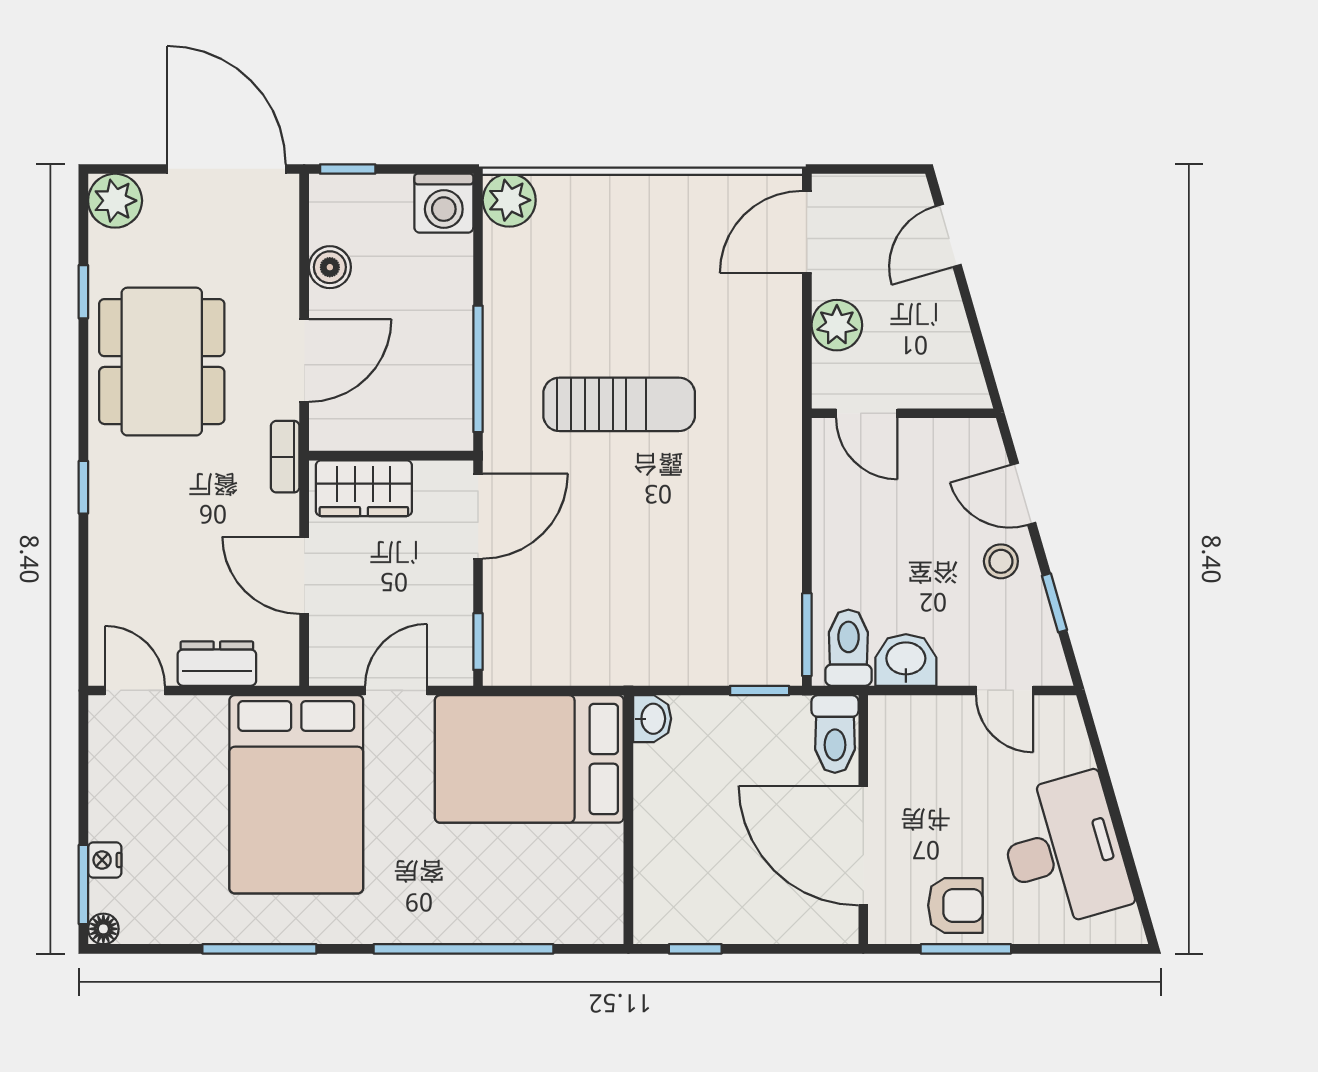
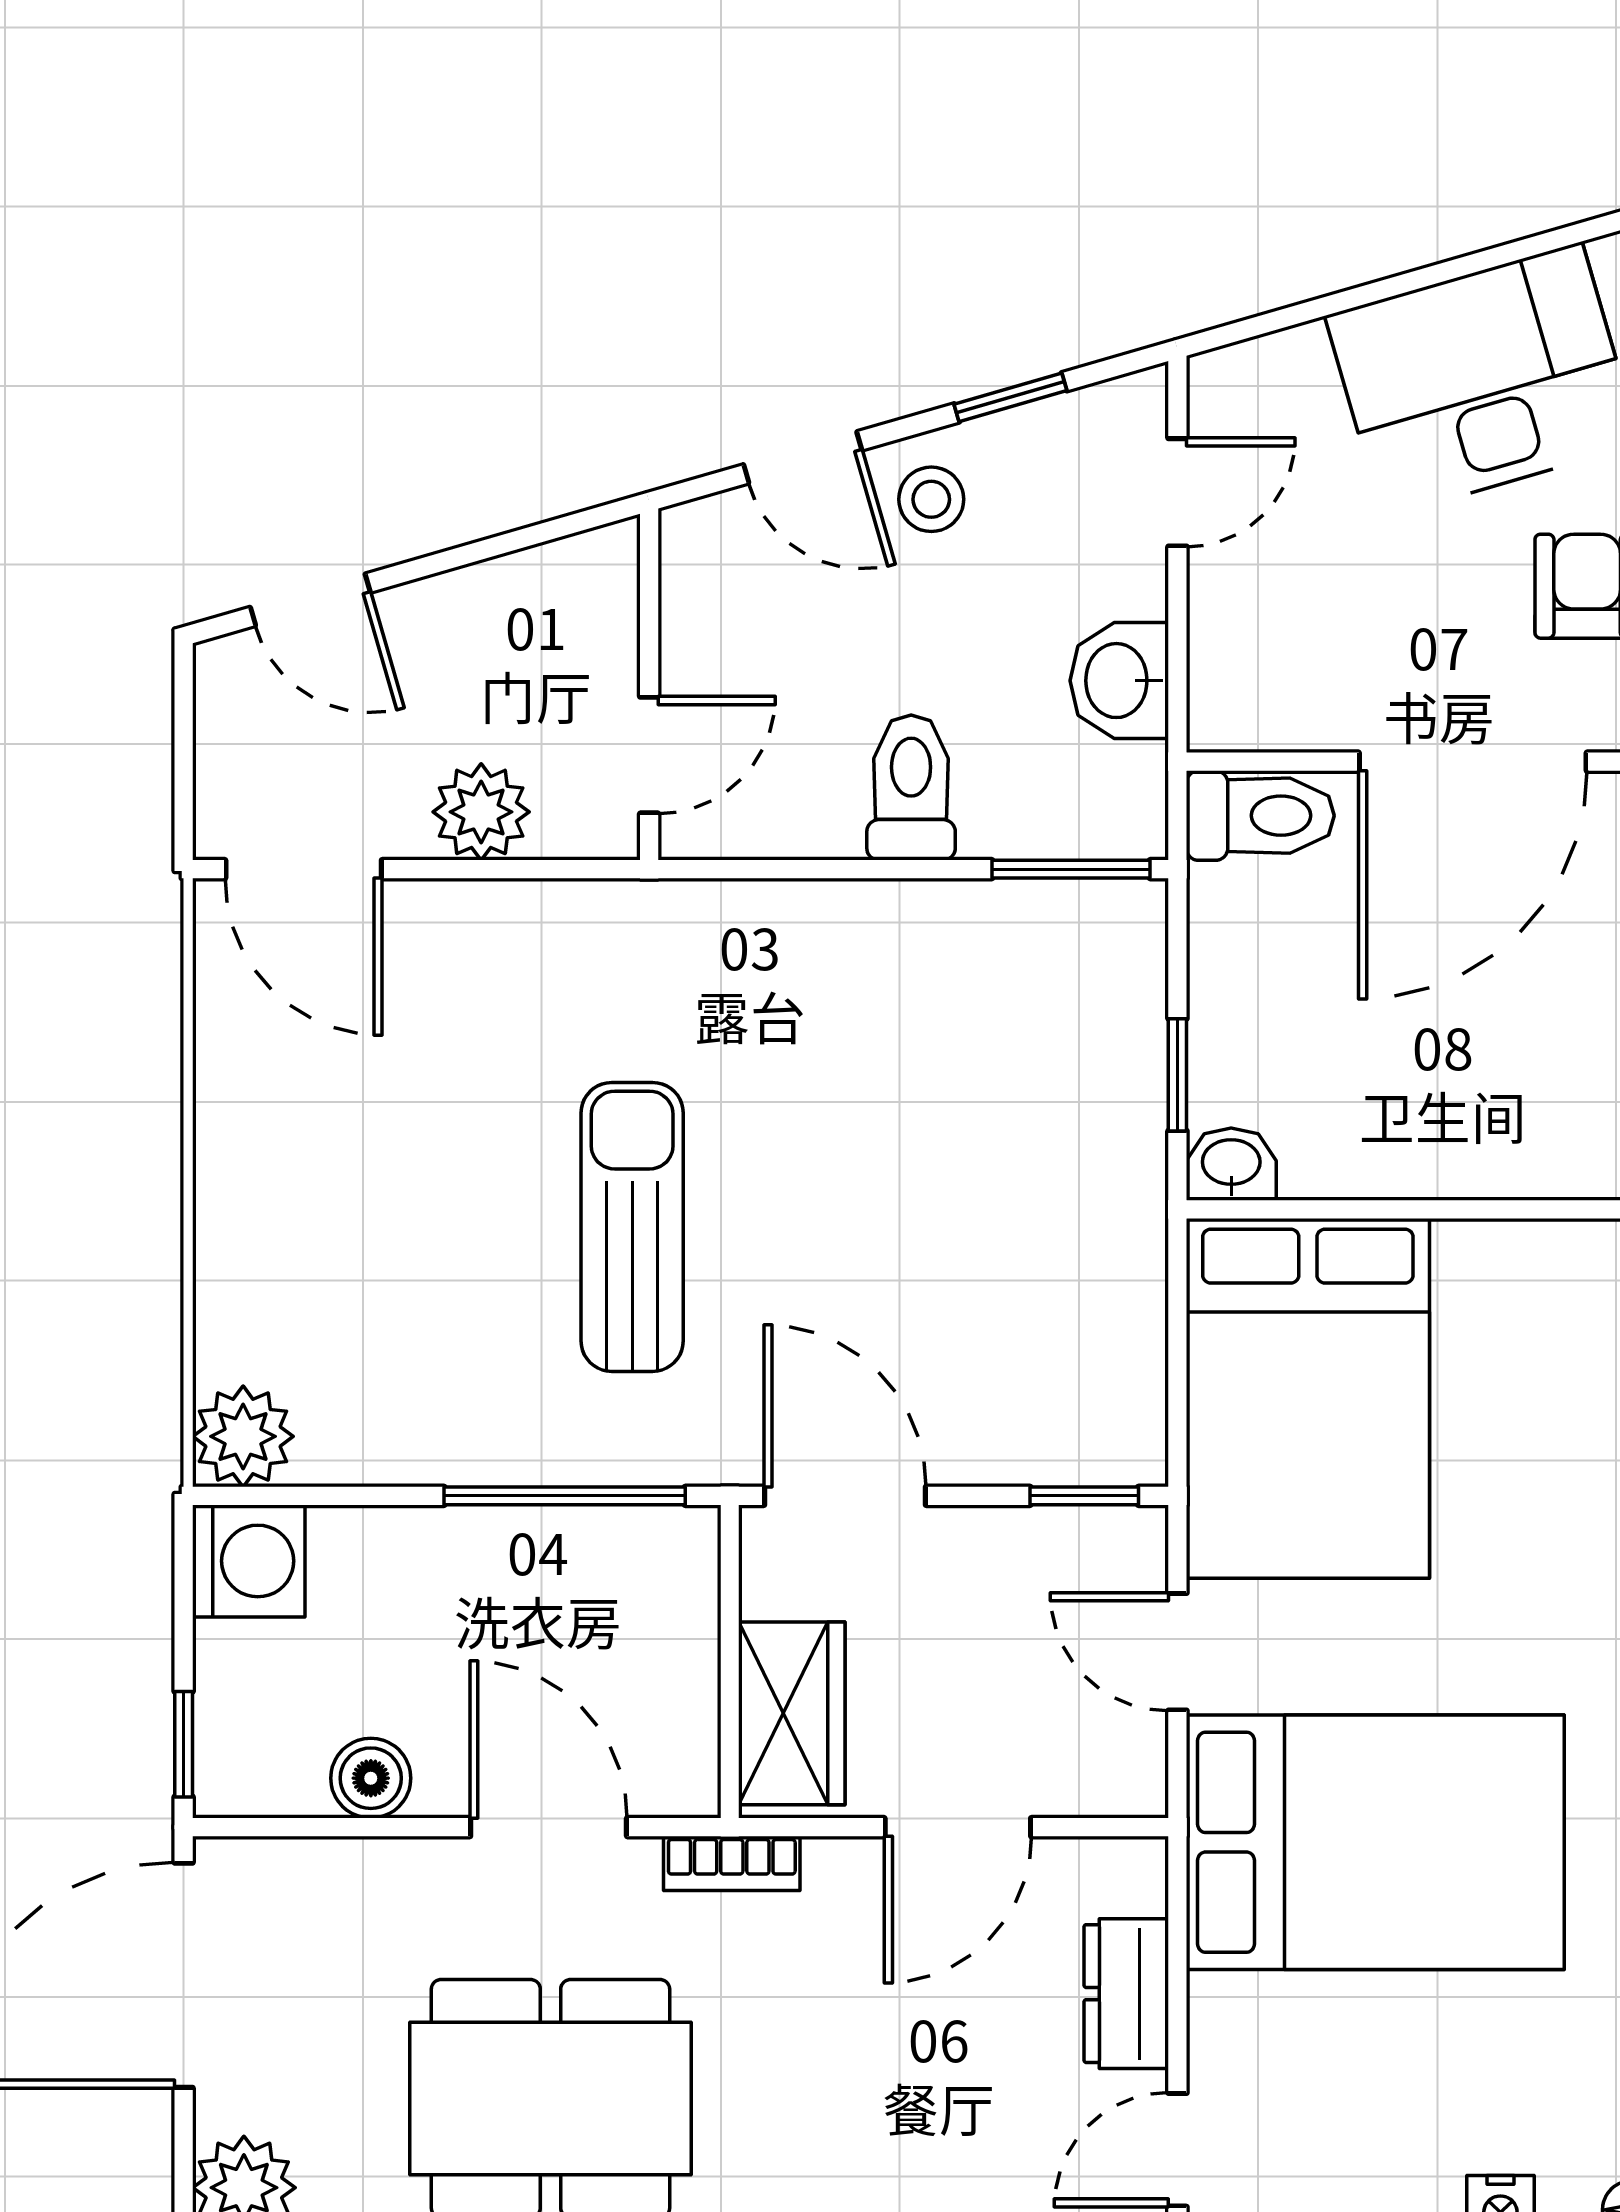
door: (1023, 494) -> (803, 457), hinge flipped
toilet: (848, 648) -> (911, 788), moved, turned 90
window: (760, 690) -> (1177, 1075), moved

